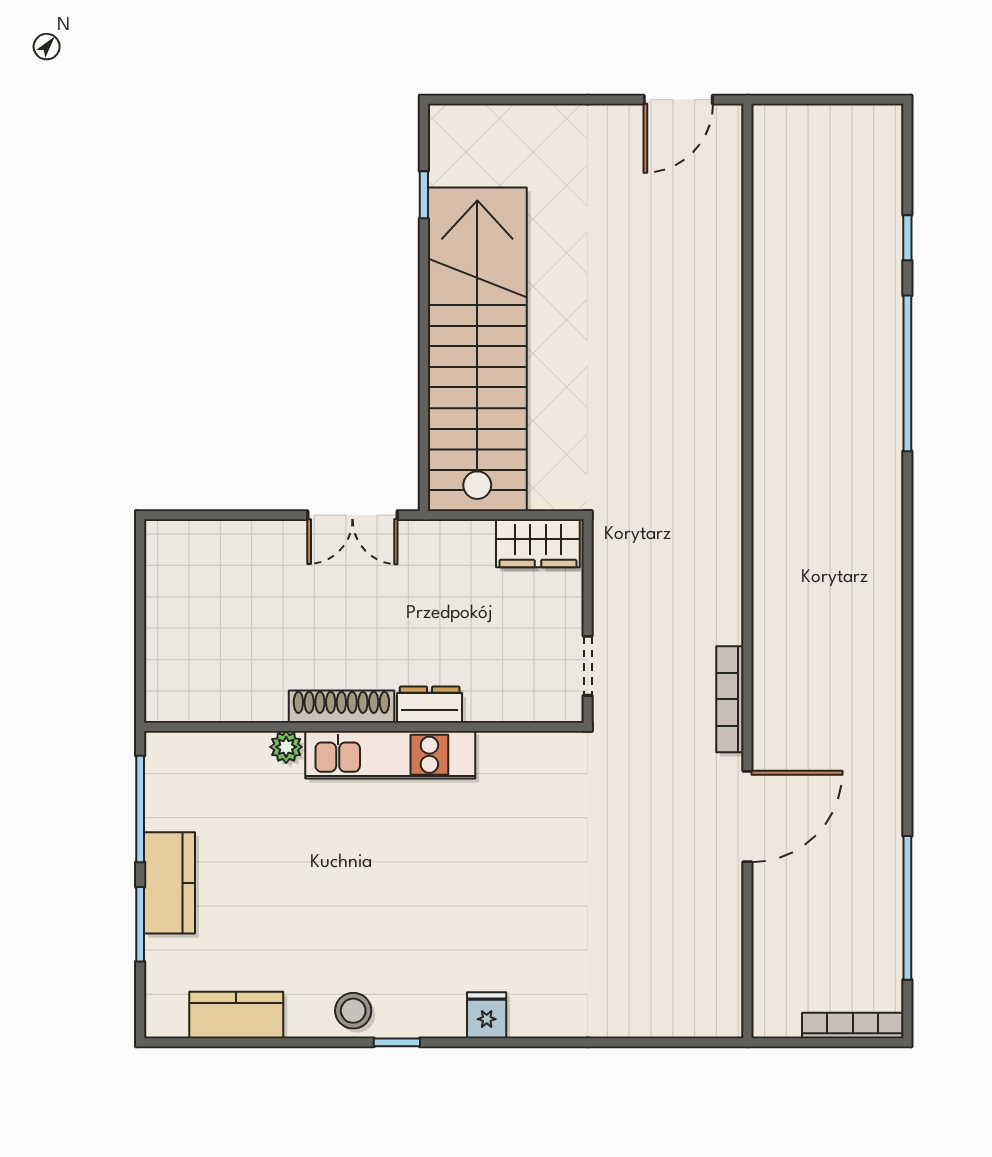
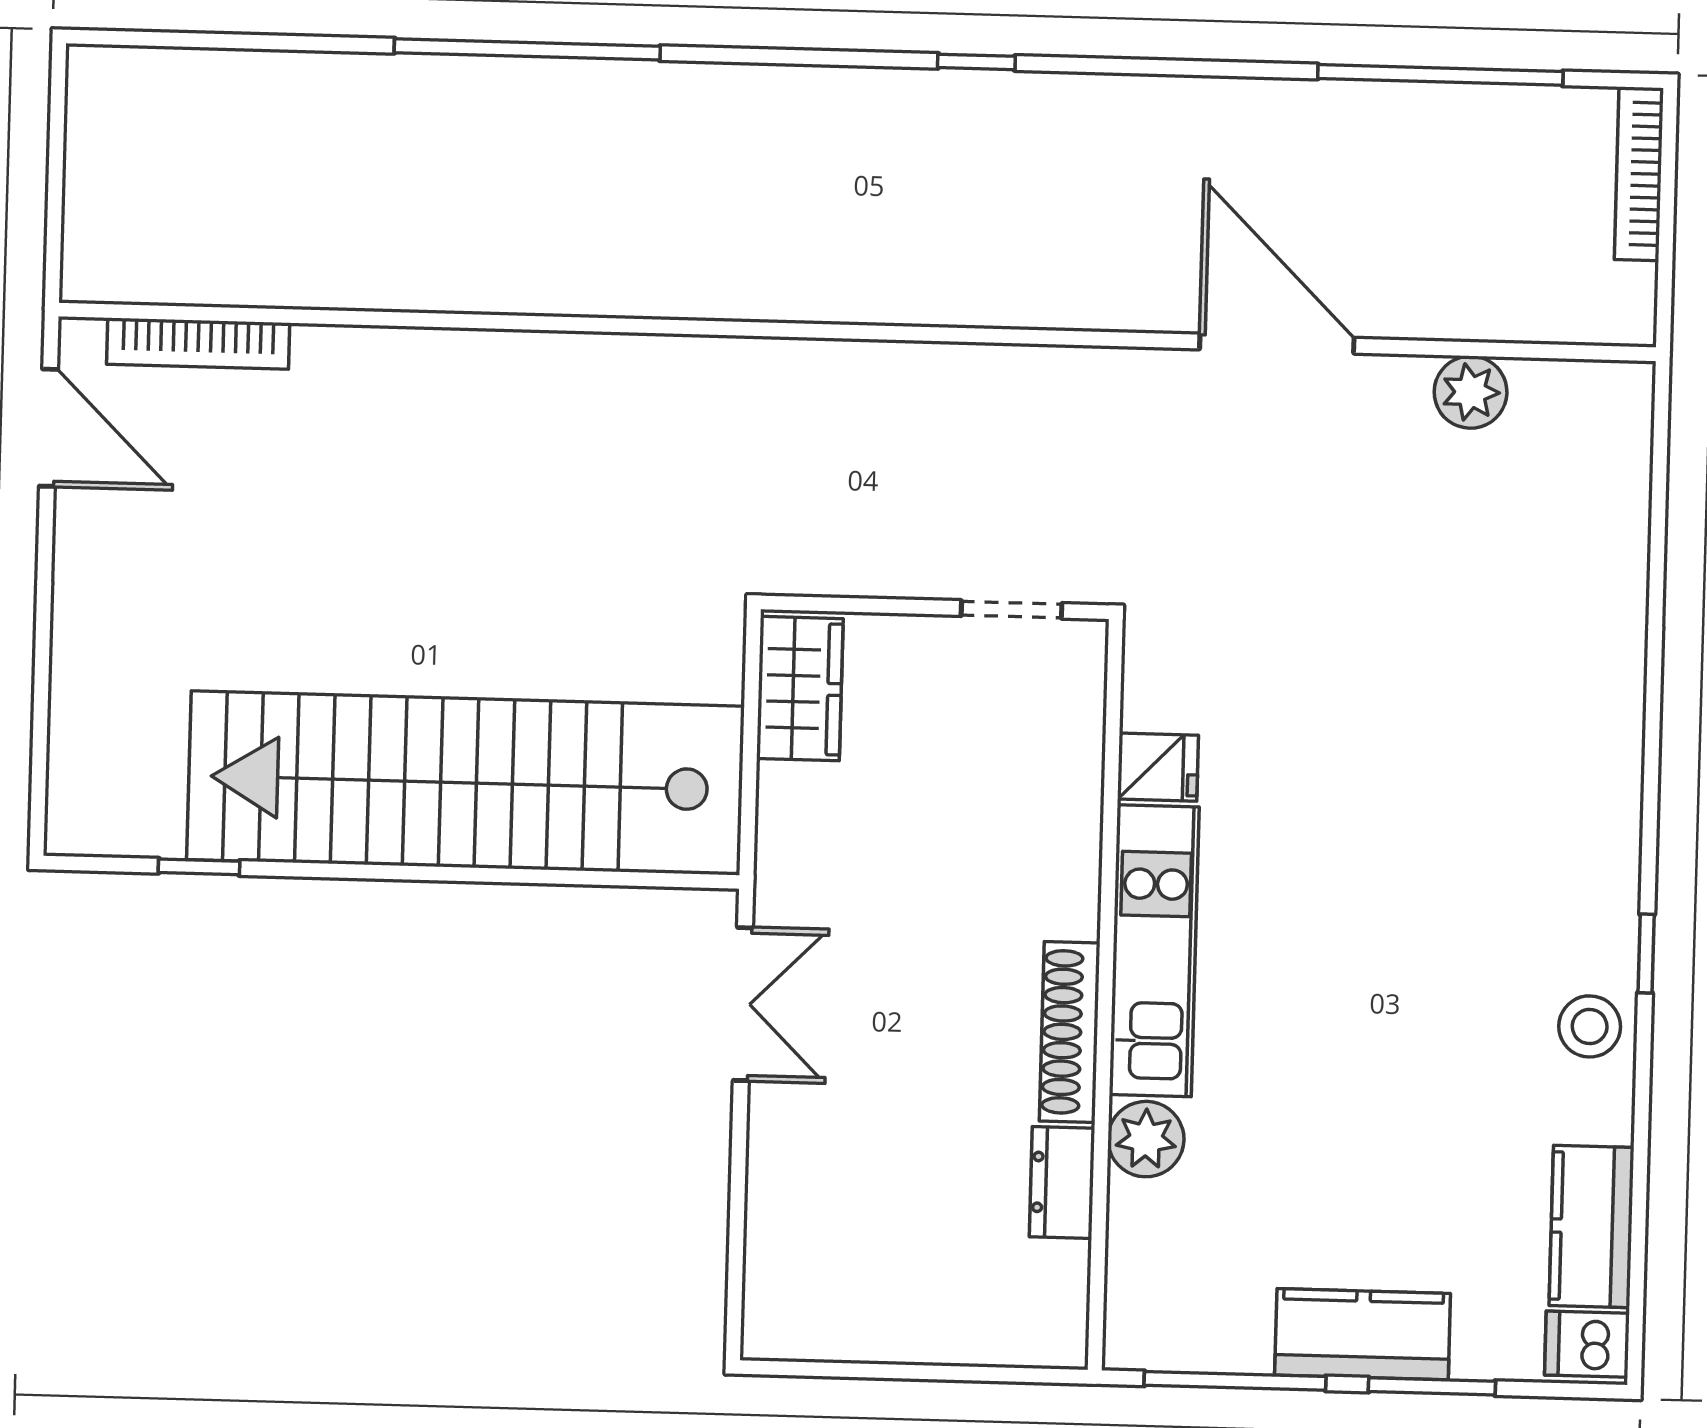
window: (907, 238) -> (976, 62), moved
bookcase: (730, 699) -> (198, 344), moved
dresser: (430, 705) -> (1062, 1183), moved
plant: (286, 747) -> (1146, 1139), width x1.38, depth x1.38
plant: (722, 931) -> (1471, 392), added
dishwasher: (167, 1014) -> (1587, 1344), added
fridge: (487, 1015) -> (1158, 767), moved, turned 180

